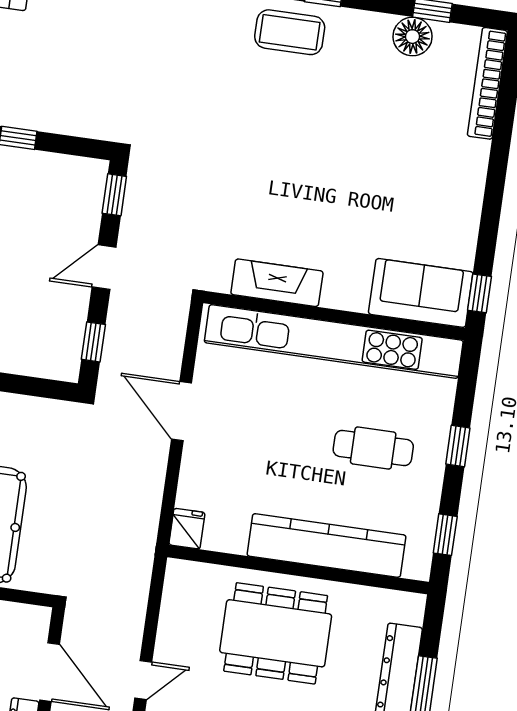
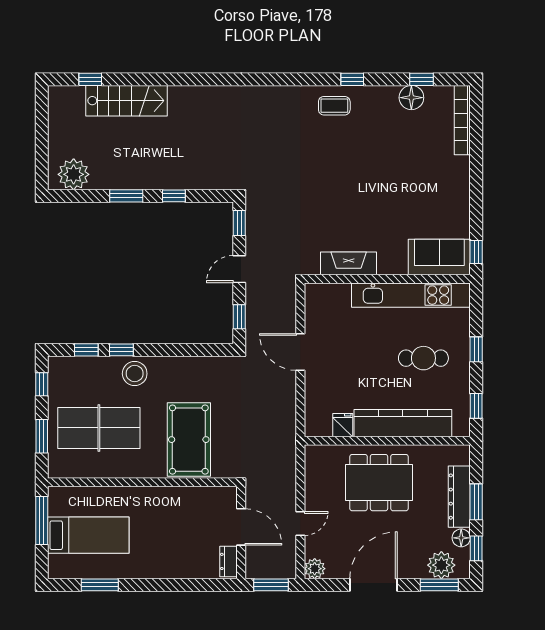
coffee table: (290, 32) -> (334, 106), width x0.73, depth x0.77
kitchen unit: (334, 341) -> (411, 295), width x0.73
fridge: (187, 529) -> (343, 425), moved

